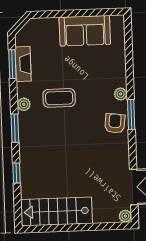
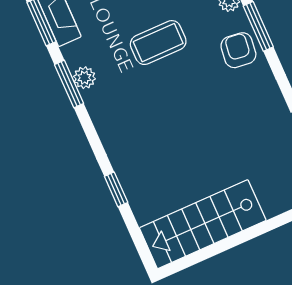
coffee table: (59, 98) -> (158, 43), moved
window: (15, 128) -> (69, 84), moved

